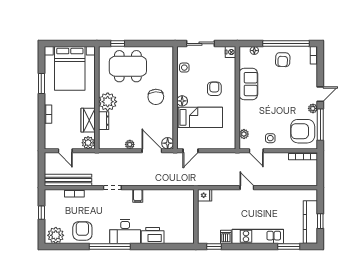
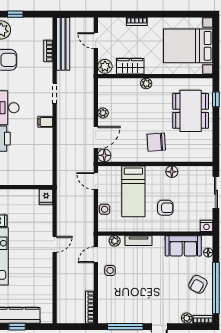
armchair: (283, 60) -> (198, 284), turned -63
side table: (184, 68) -> (105, 209), moved
window: (41, 84) -> (171, 14), removed
sofa: (248, 84) -> (183, 246), moved
floor lamp: (182, 101) -> (172, 172), moved
plant: (108, 102) -> (146, 83), width x0.53, depth x0.53
plant: (313, 108) -> (187, 318), moved
tv unit: (244, 113) -> (138, 241), added
dresser: (104, 121) -> (130, 84), removed
armchair: (303, 131) -> (118, 307), removed
door: (65, 151) -> (96, 41), hinge flipped
window: (41, 213) -> (15, 14), moved

